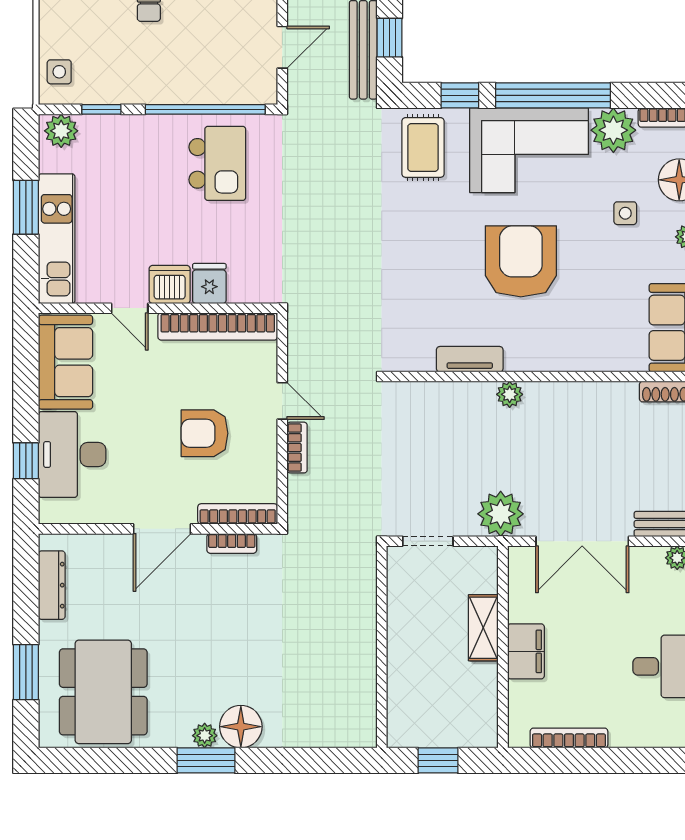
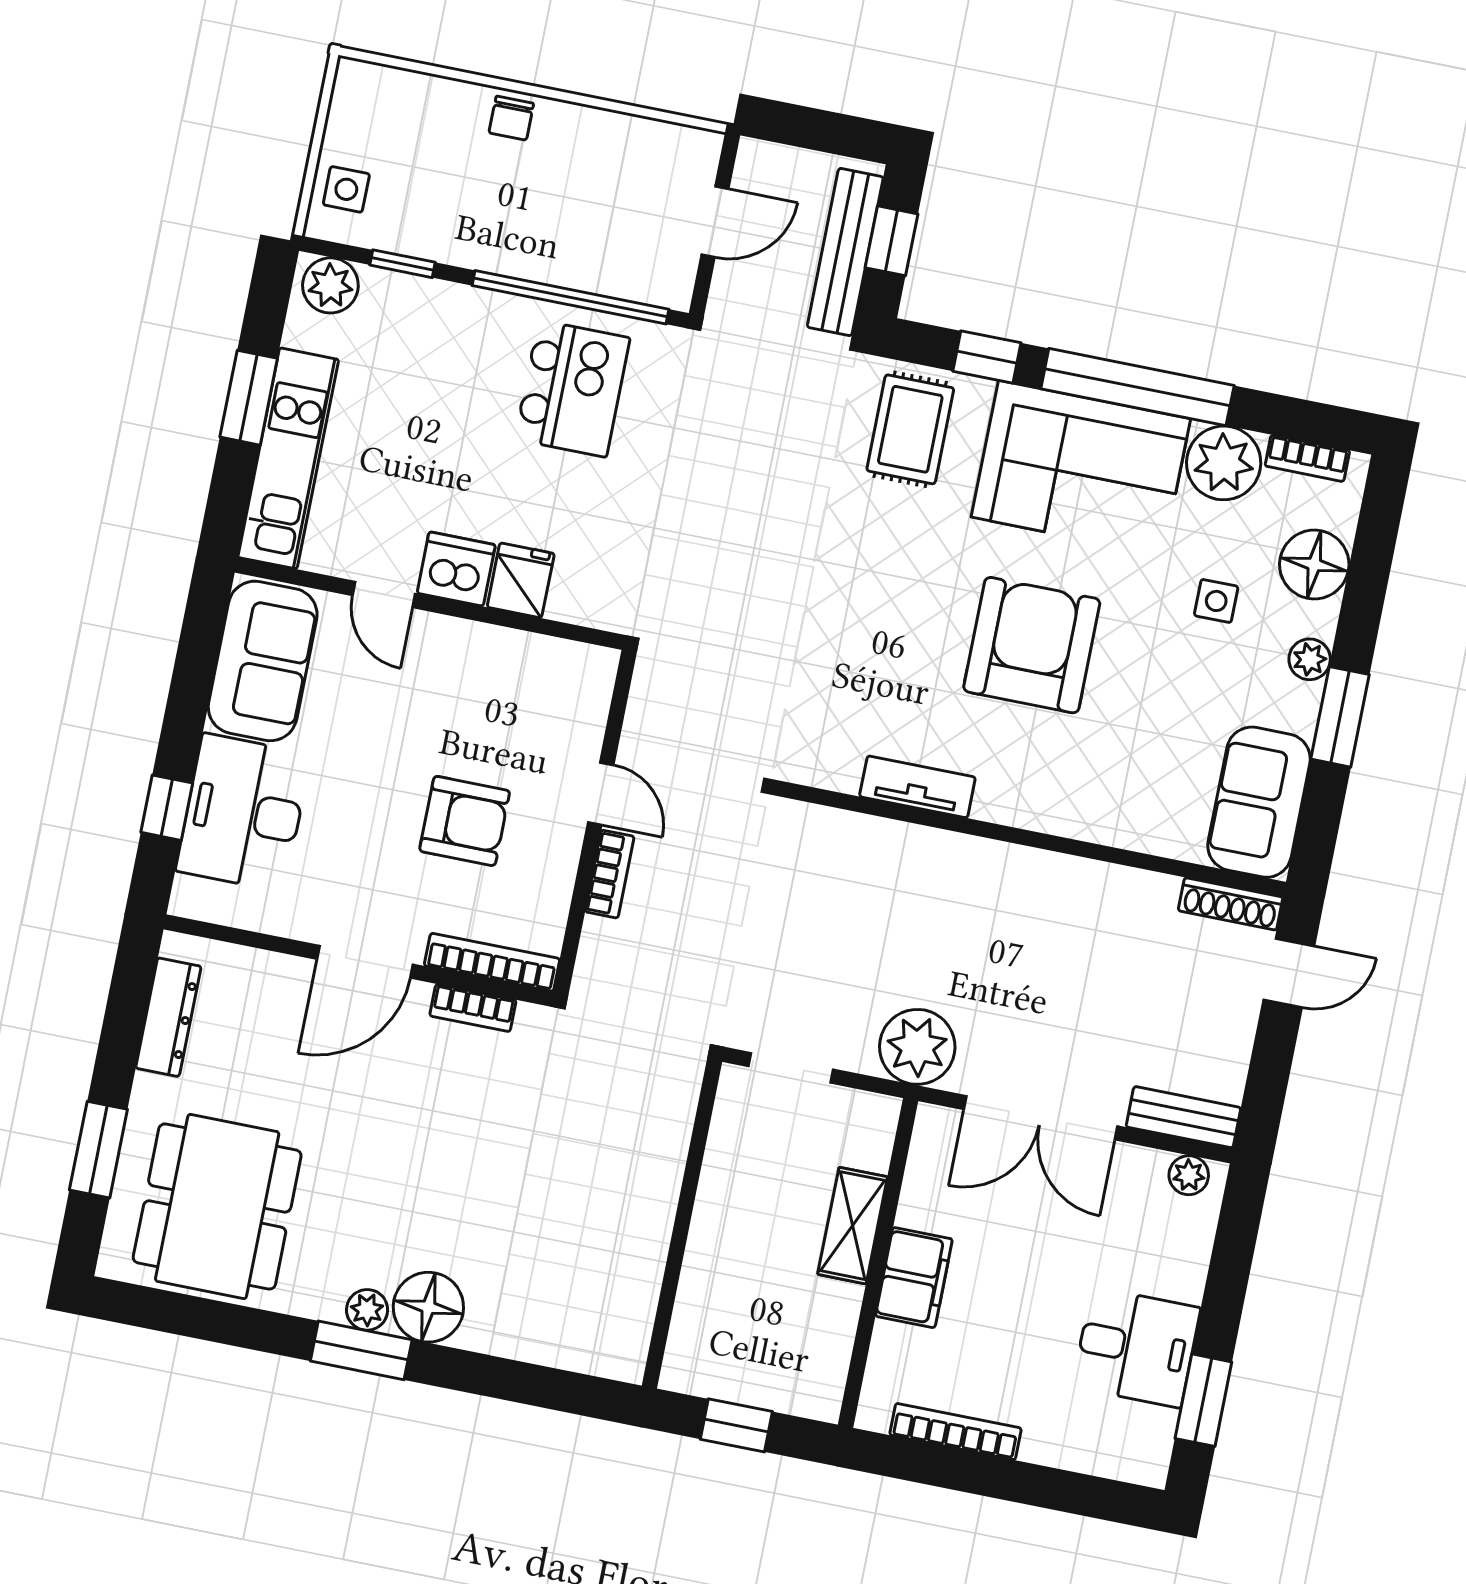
bookcase: (218, 326) -> (520, 652), removed
plant: (510, 394) -> (971, 857), removed
armchair: (205, 433) -> (465, 821), turned 180

